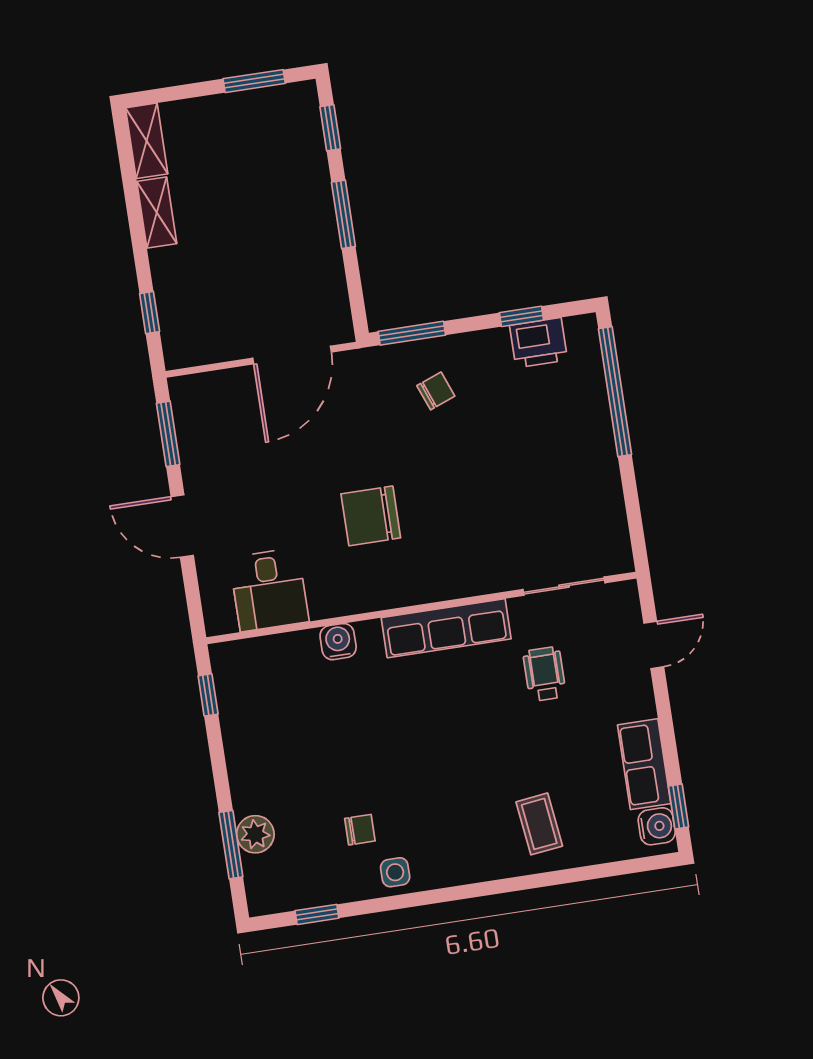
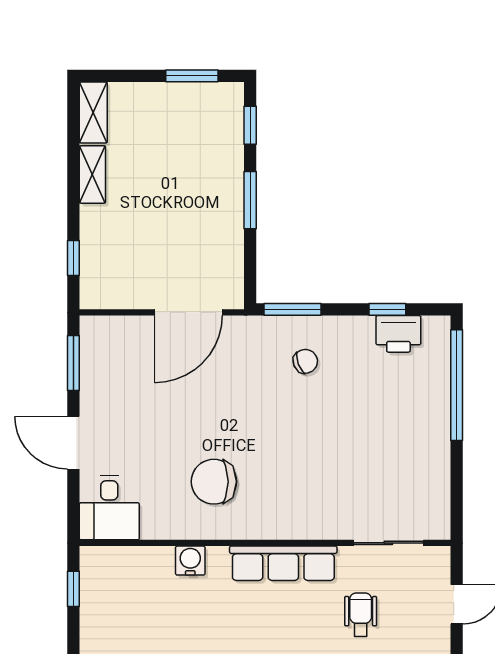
chair: (371, 516) -> (214, 482), moved
desk: (269, 590) -> (109, 508), moved

